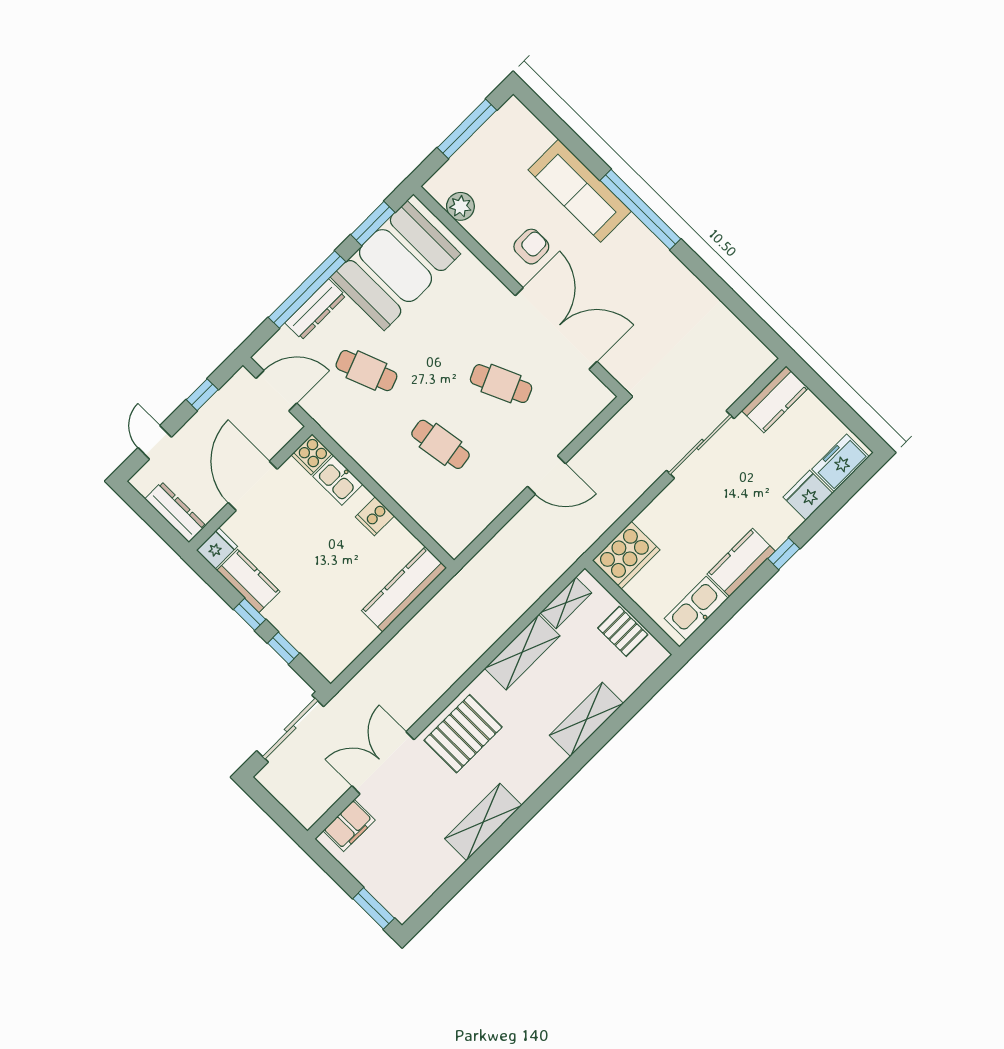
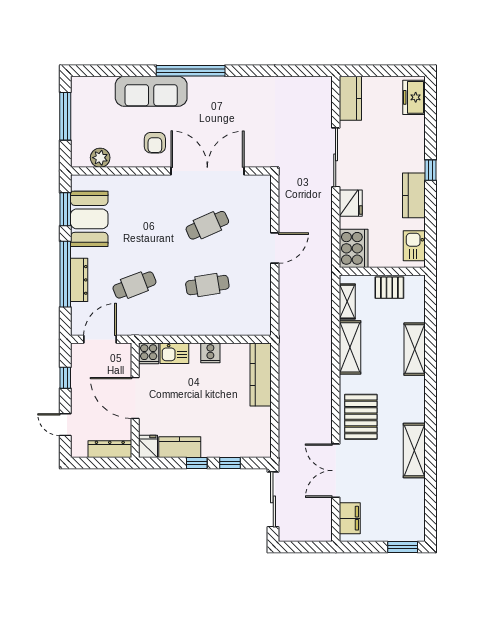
armchair: (531, 247) -> (155, 143), turned 180
booth: (396, 266) -> (89, 219), width x0.73, depth x0.70
fridge: (808, 495) -> (351, 203), moved, turned 180
kitchen sink: (696, 608) -> (414, 246), width x0.73

